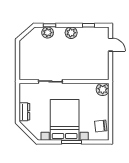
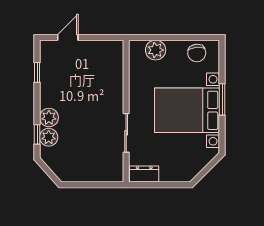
plant: (71, 33) -> (49, 118), moved
plant: (103, 89) -> (156, 50), moved
dresser: (24, 112) -> (144, 174), moved

